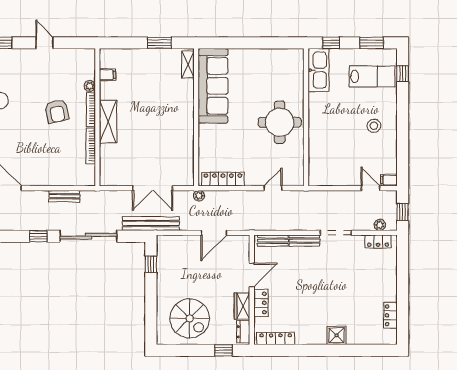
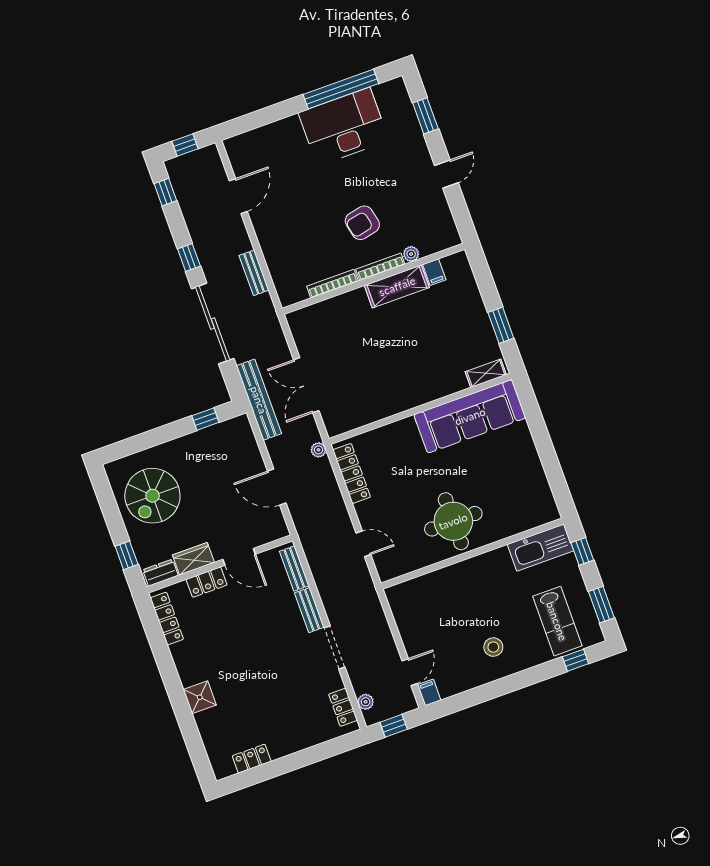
shelving: (108, 122) -> (397, 286), moved

